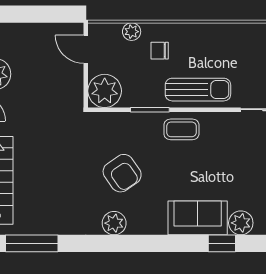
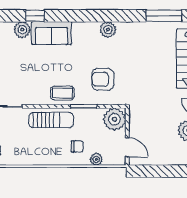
sun lounger: (198, 90) -> (51, 120), turned 180
armchair: (122, 173) -> (103, 79), moved, turned -55

